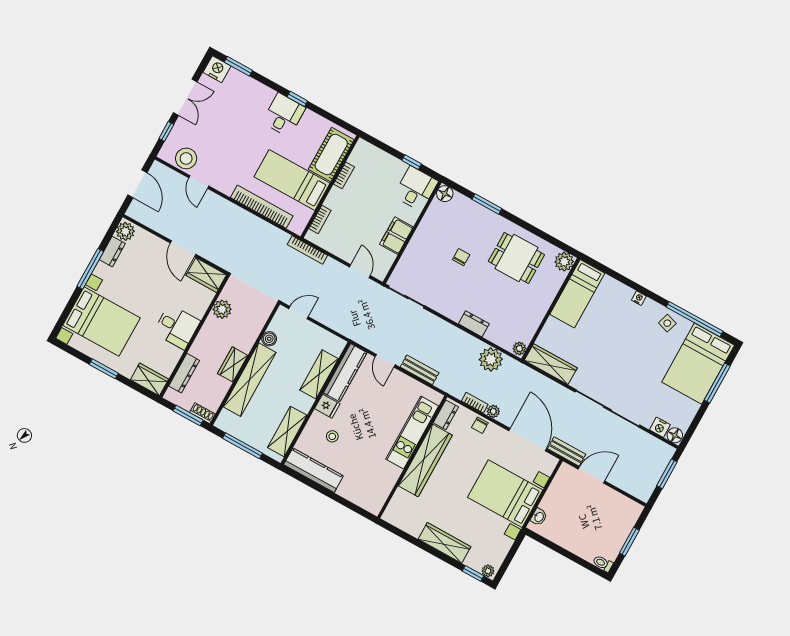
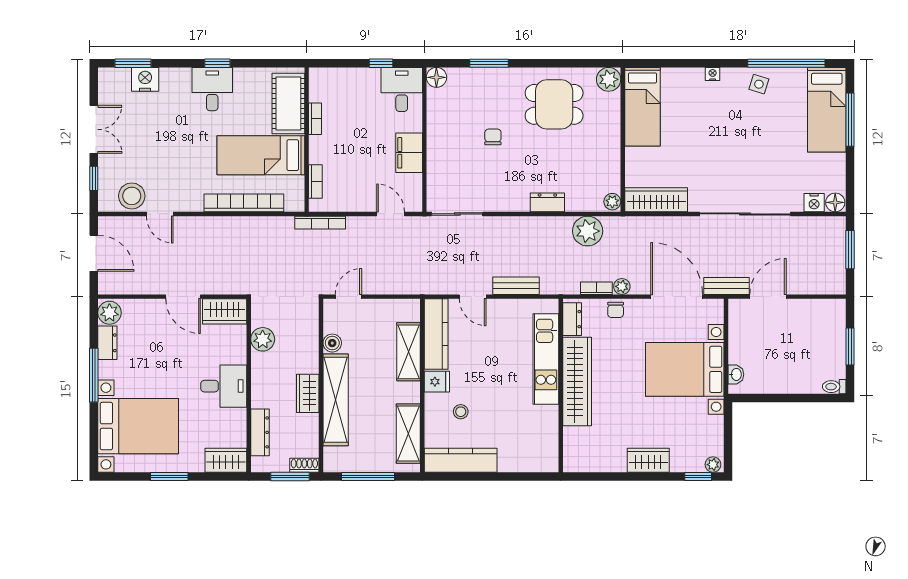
nightstand: (217, 69) -> (145, 79), moved
bed: (698, 364) -> (827, 110), width x0.67
wardrobe: (444, 543) -> (648, 460), width x0.67

